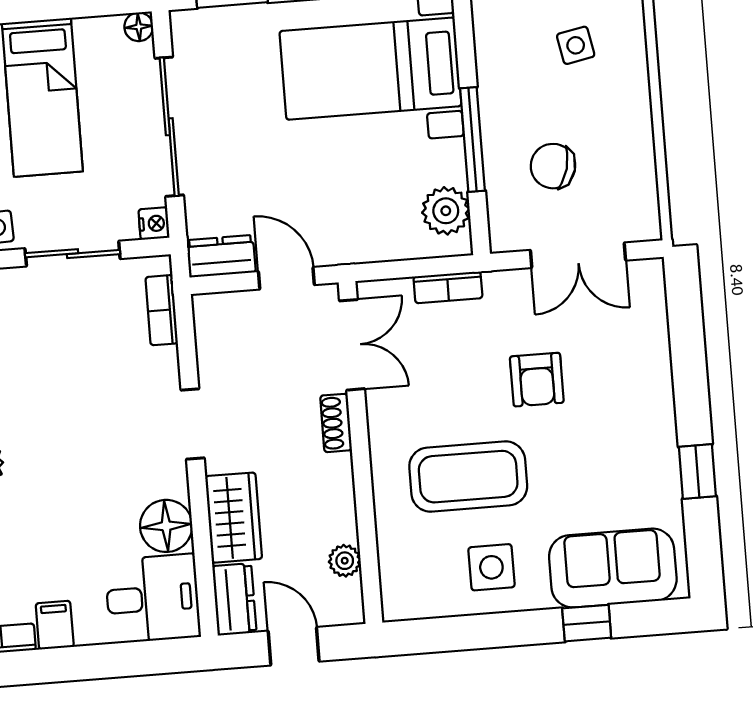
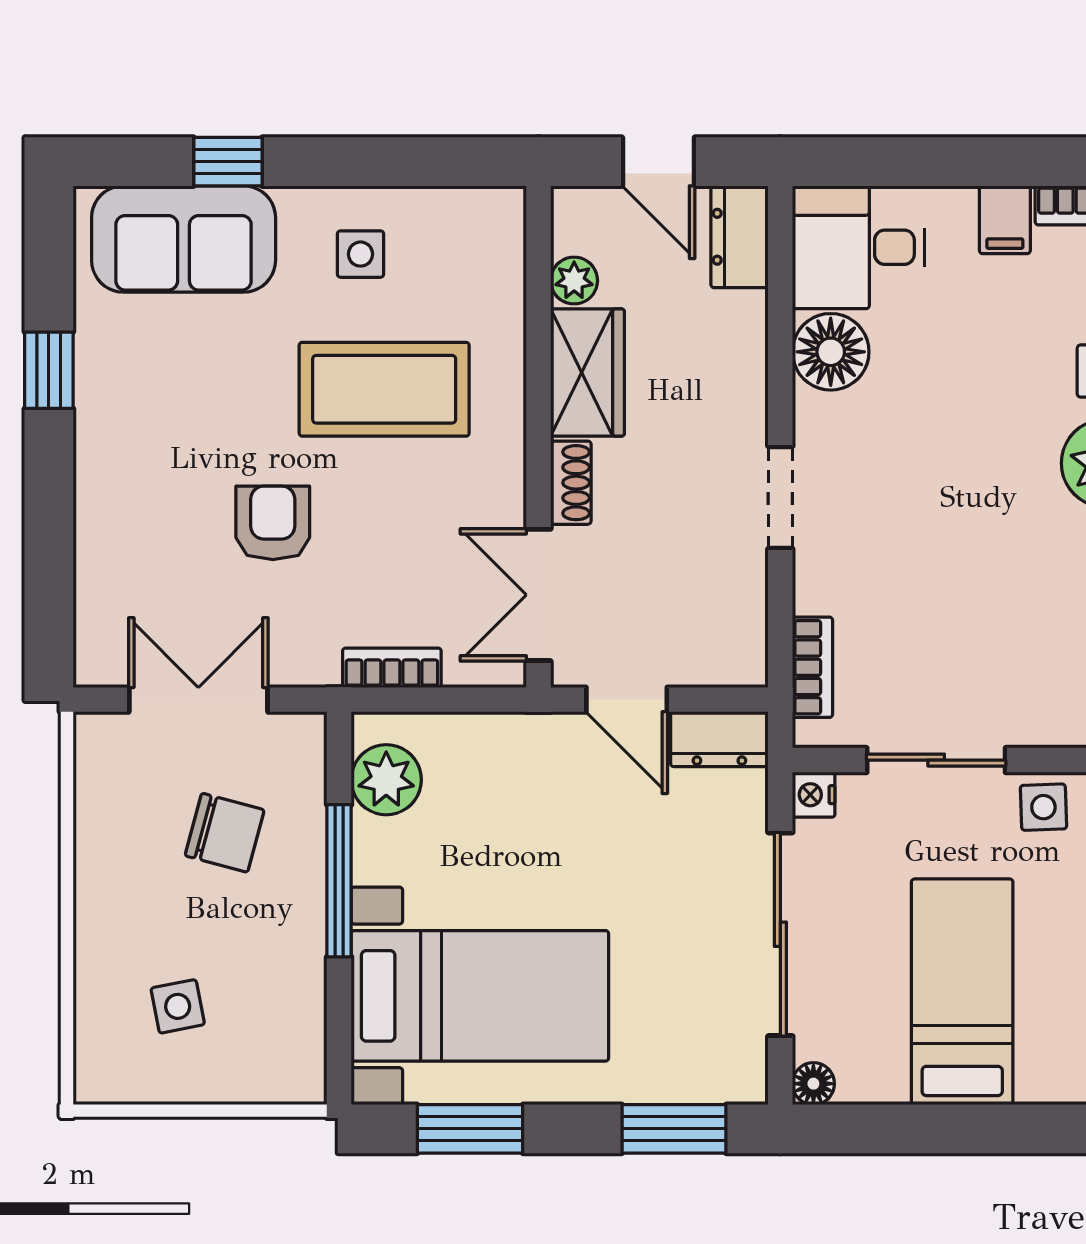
wardrobe: (234, 518) -> (588, 372), moved, turned 180
side table: (491, 567) -> (361, 254), width x0.73, depth x0.73

